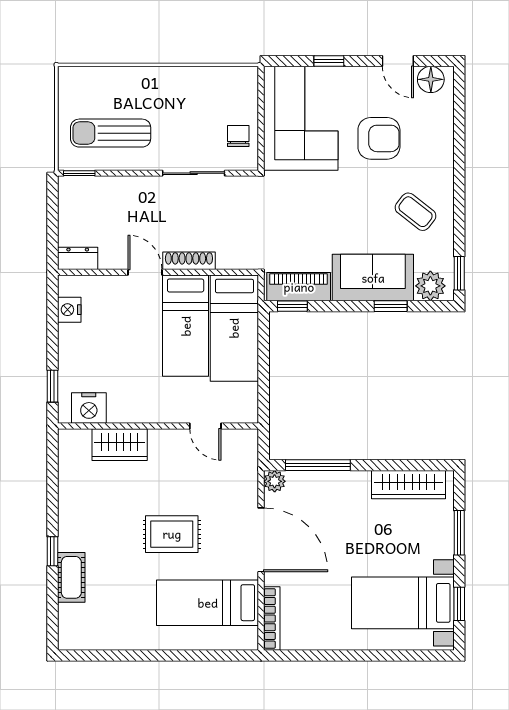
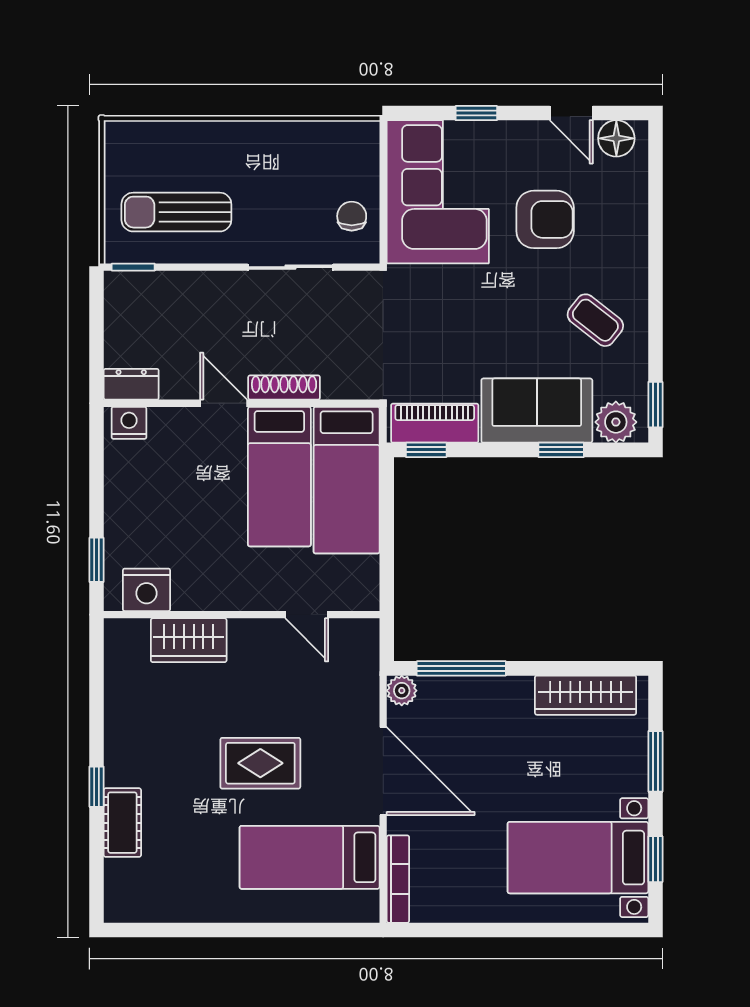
nightstand: (69, 310) -> (129, 423), moved, turned 90

